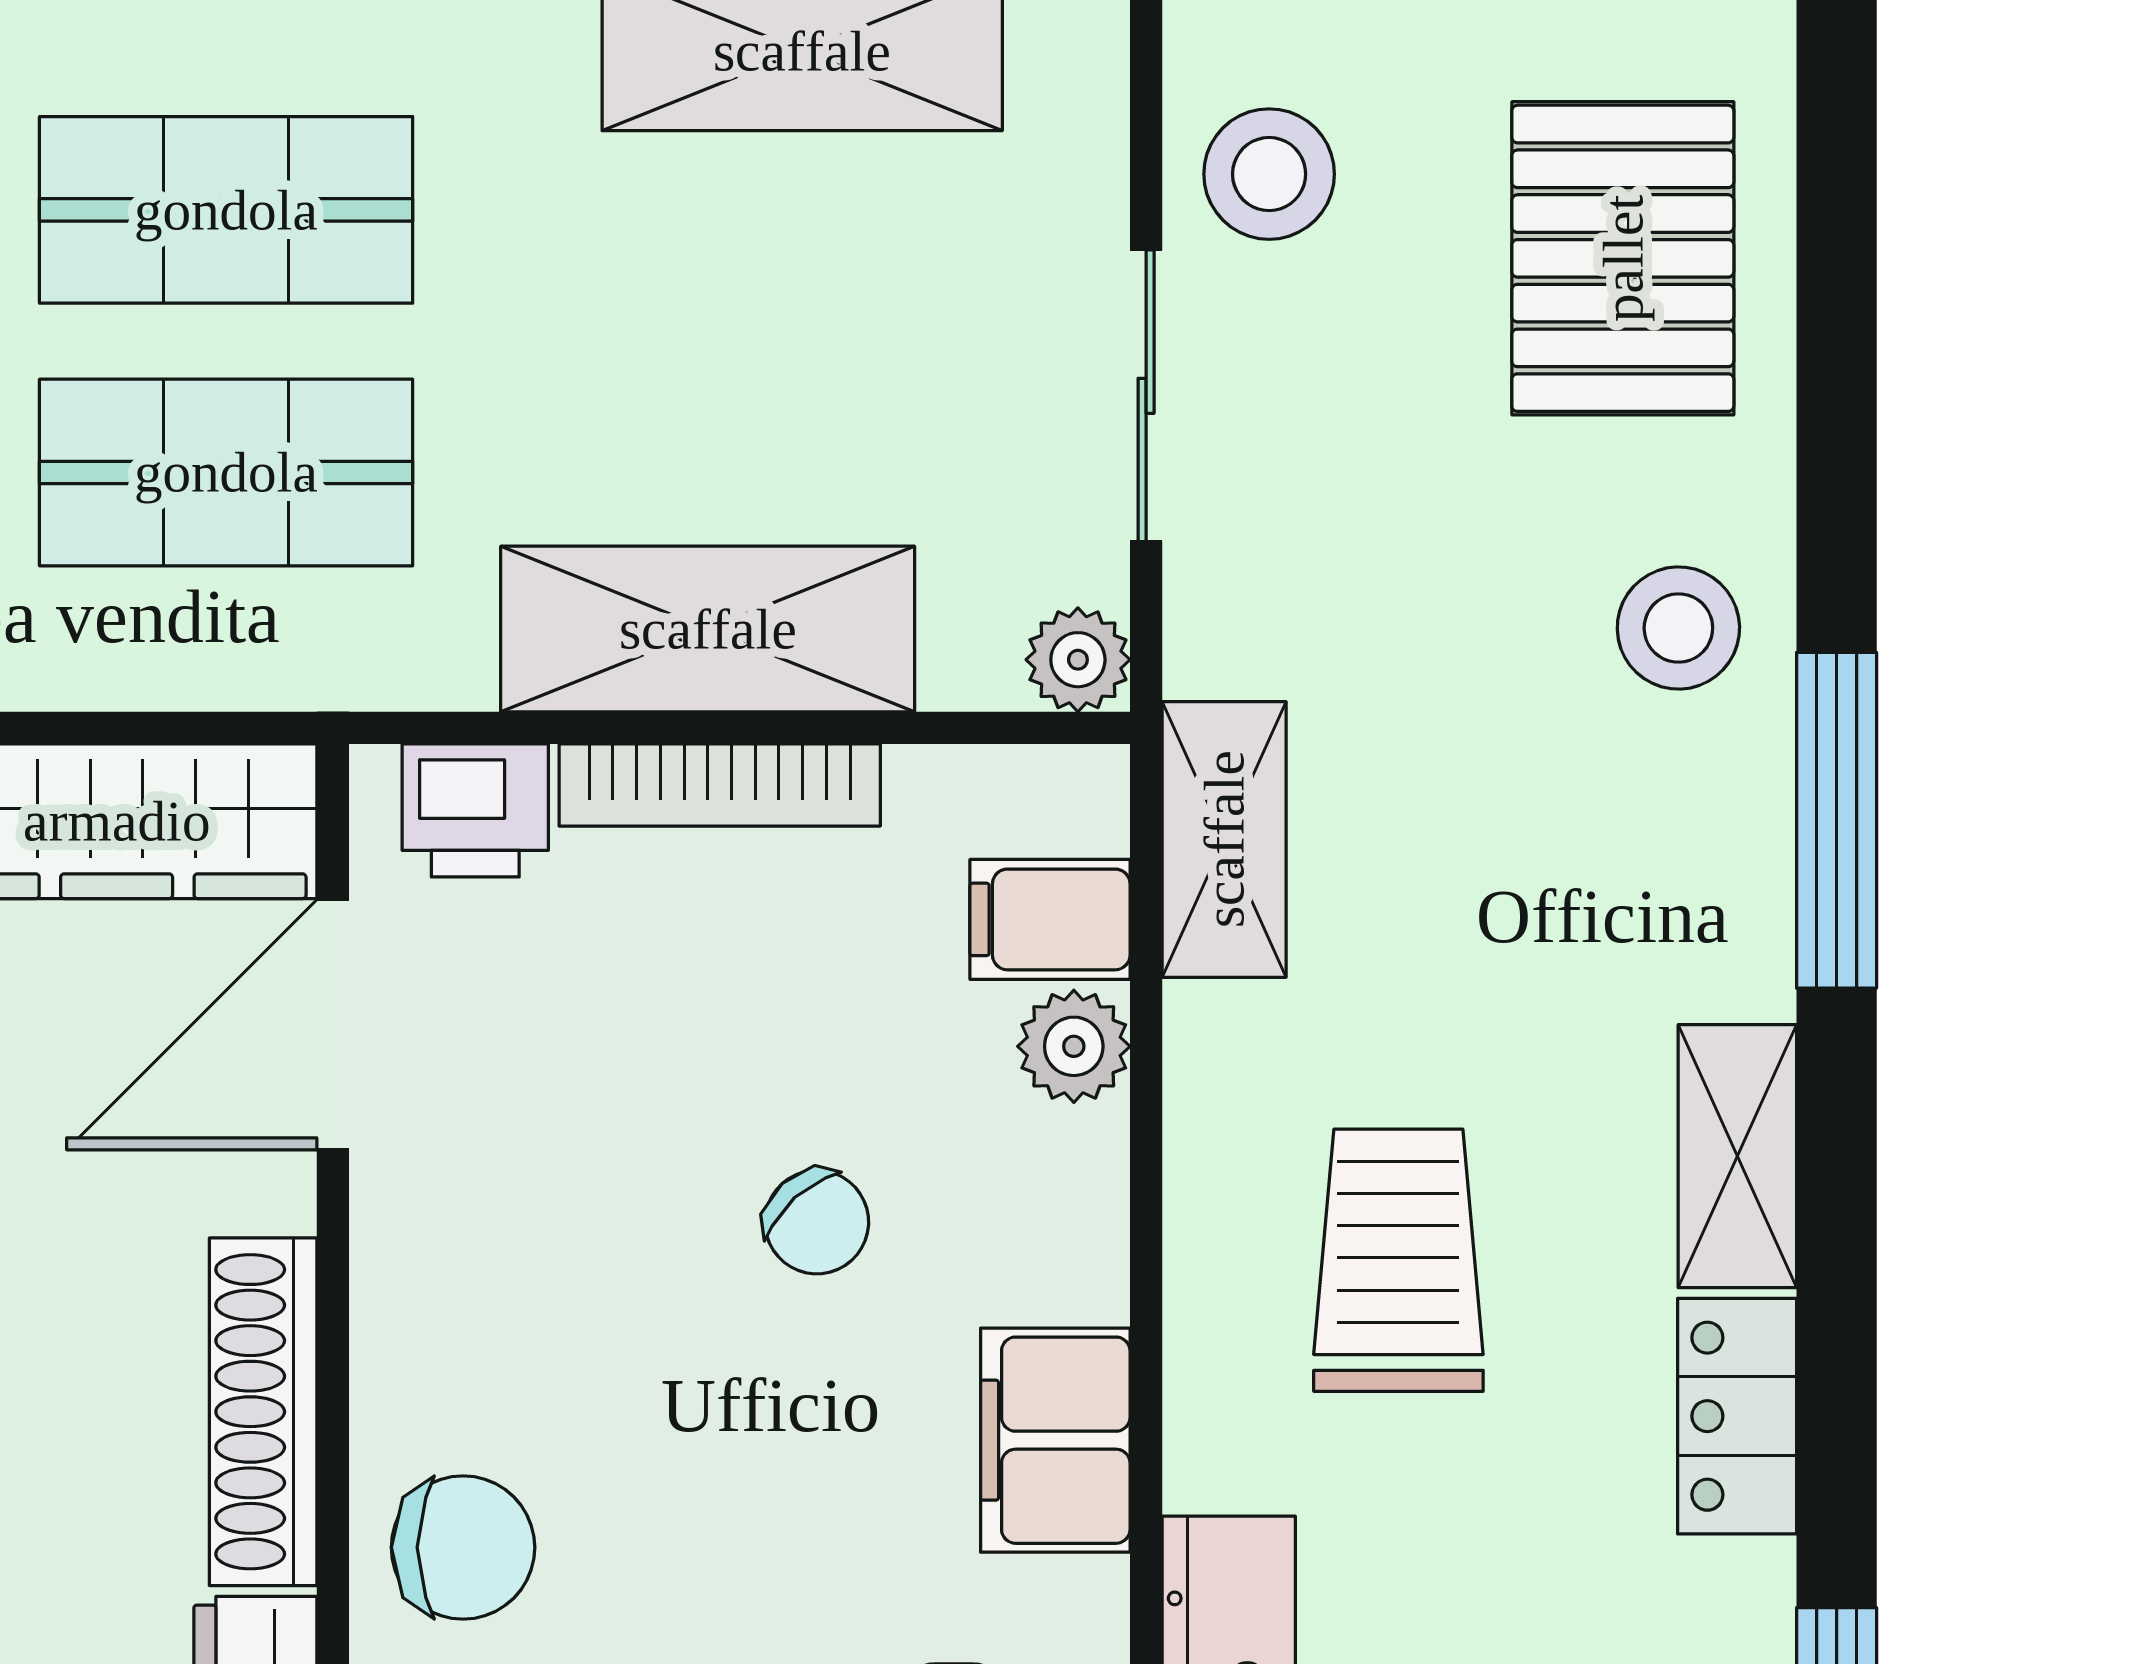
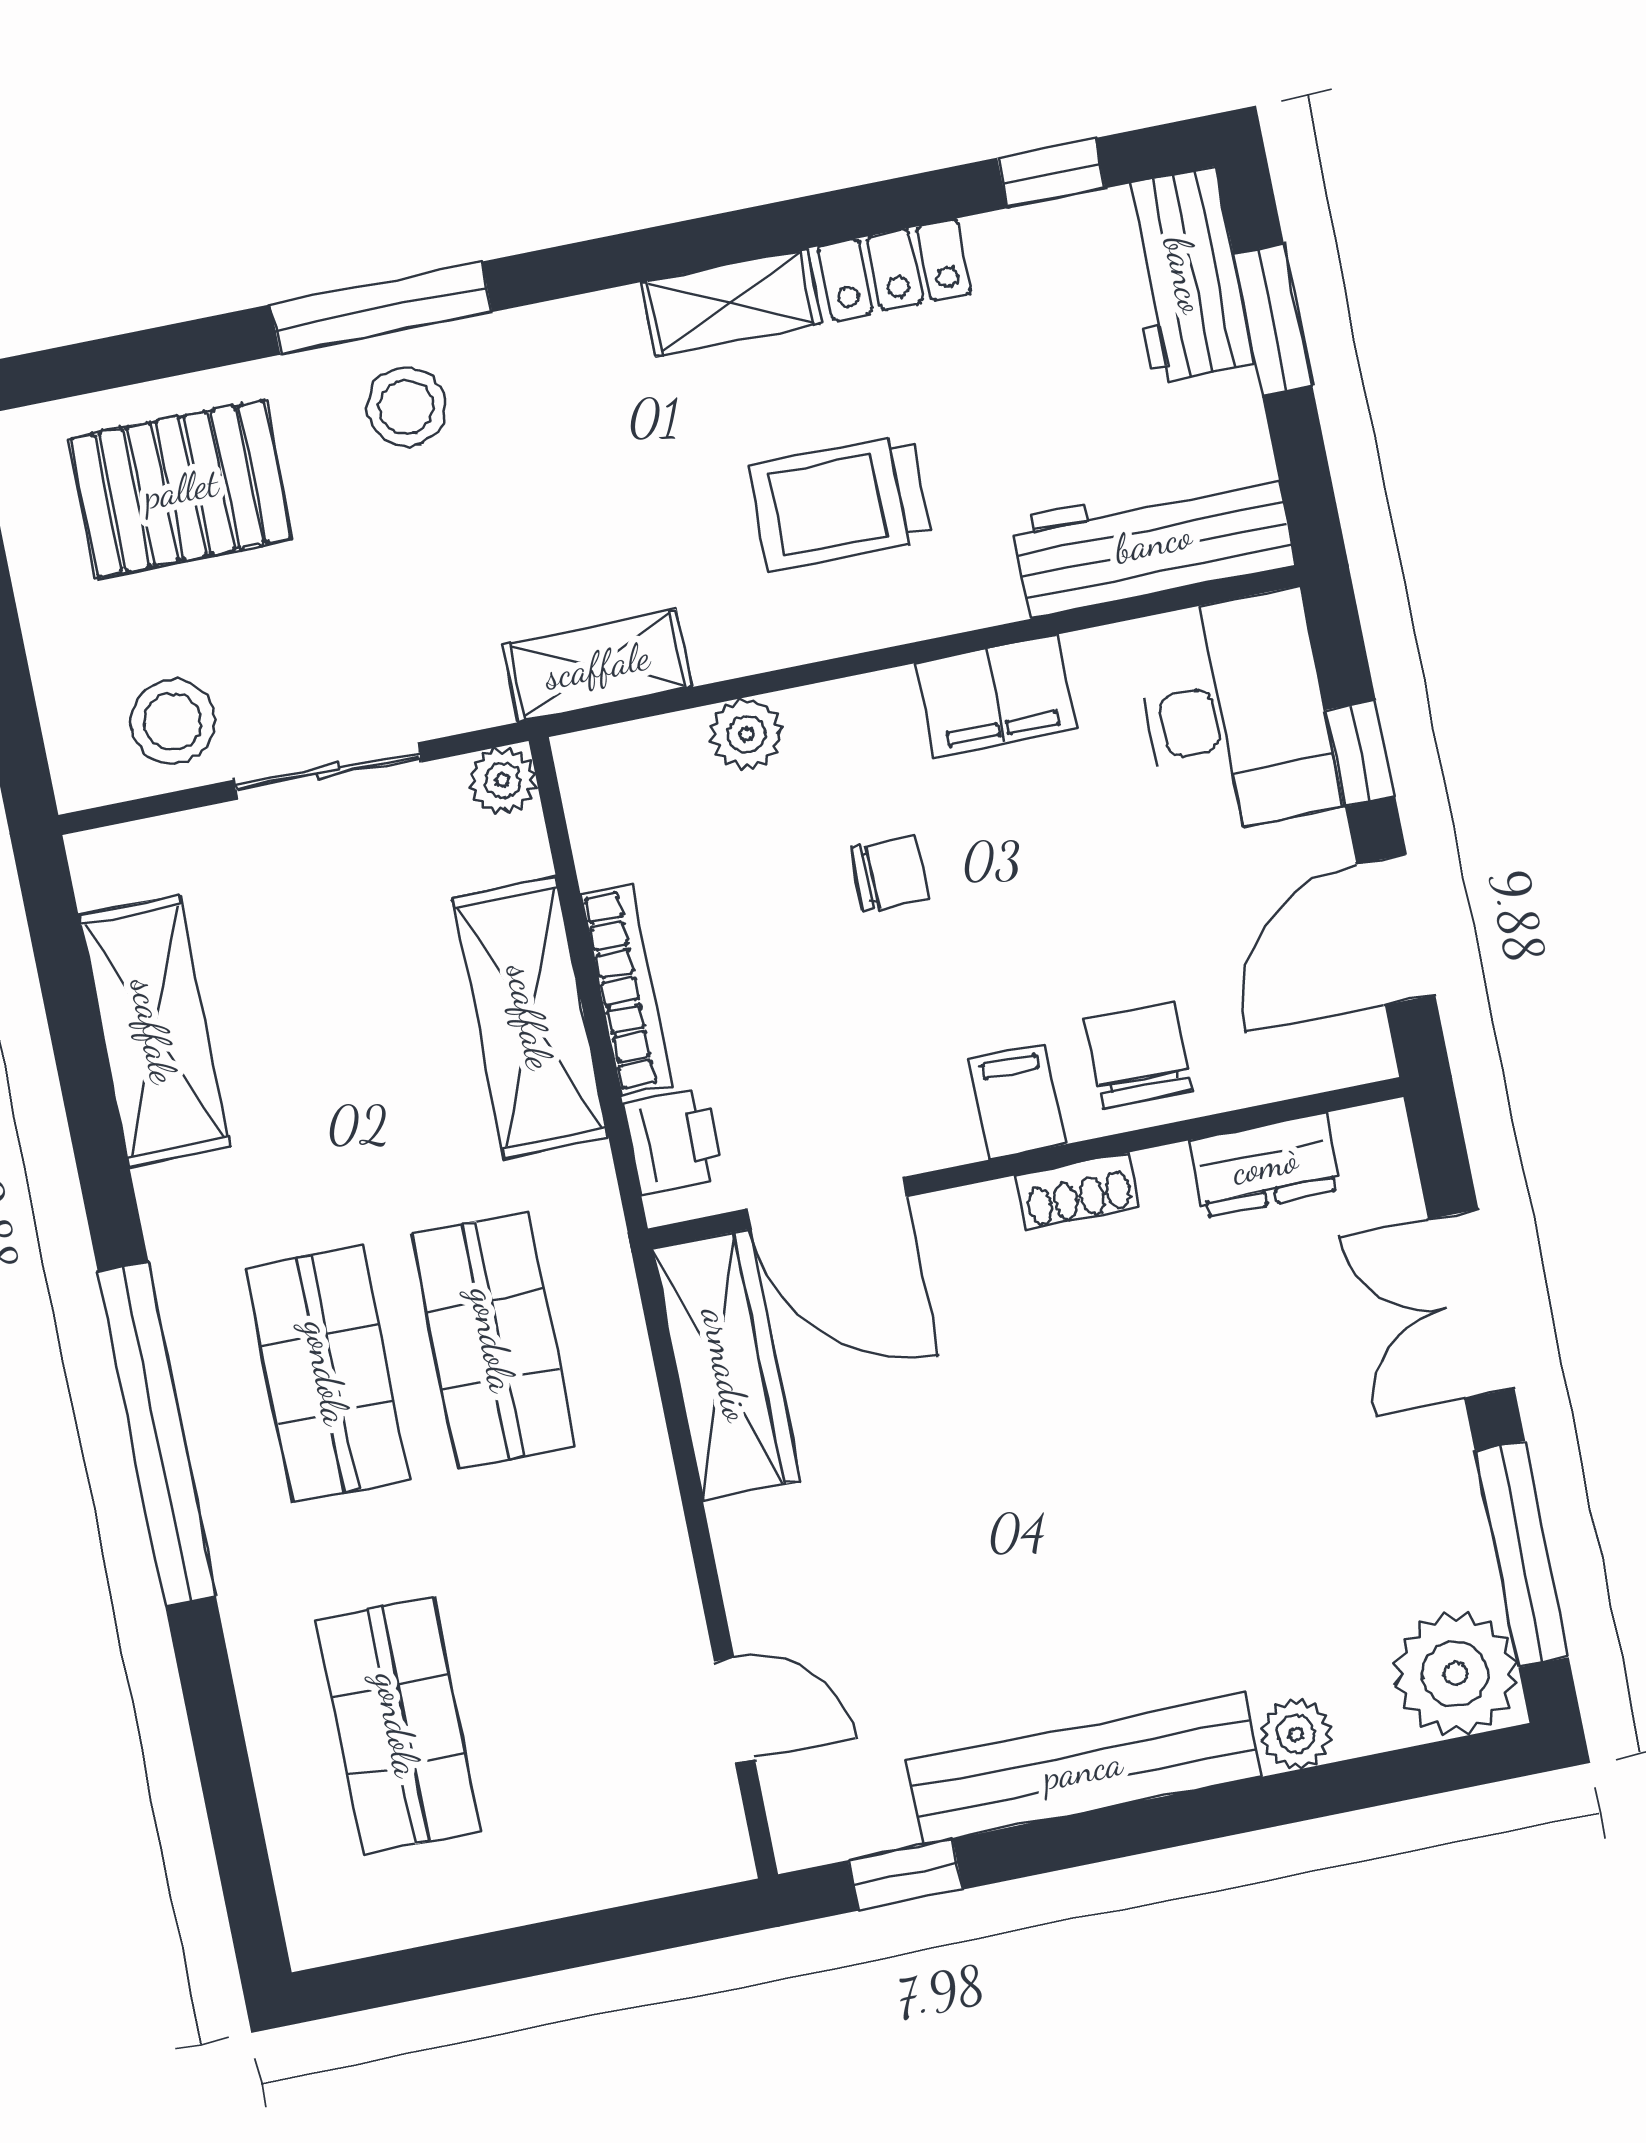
window: (1837, 820) -> (381, 308), moved
filing cabinet: (1050, 919) -> (1017, 1102), moved, turned 180
chair: (817, 1222) -> (889, 873), turned 42
shoe rack: (263, 1412) -> (1078, 1191), width x0.51, depth x0.81

